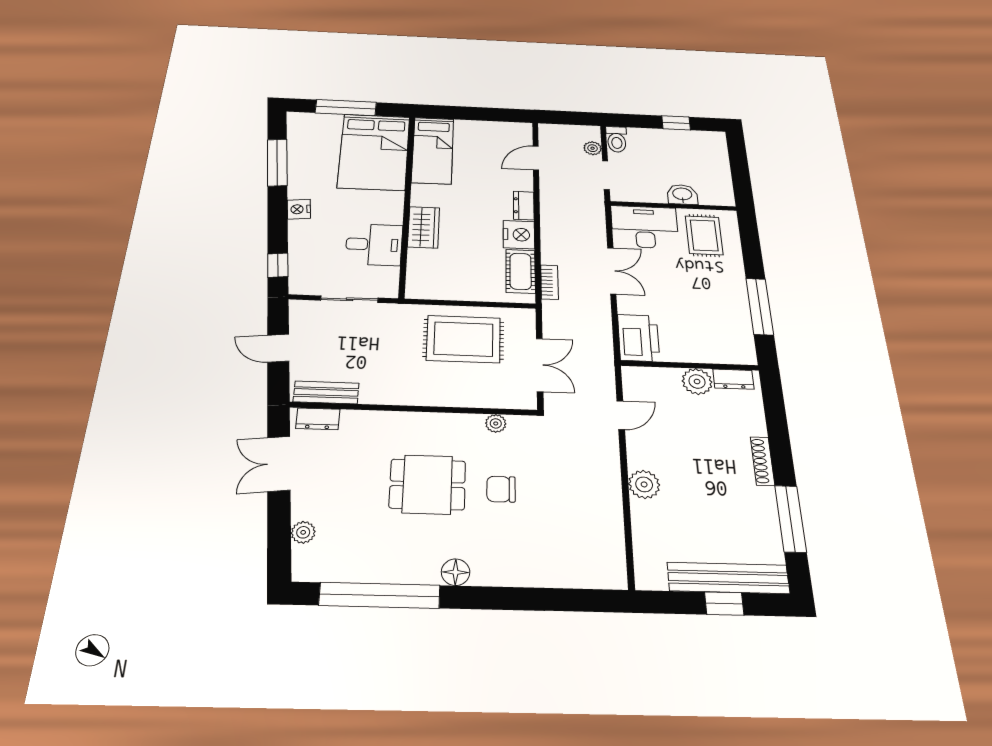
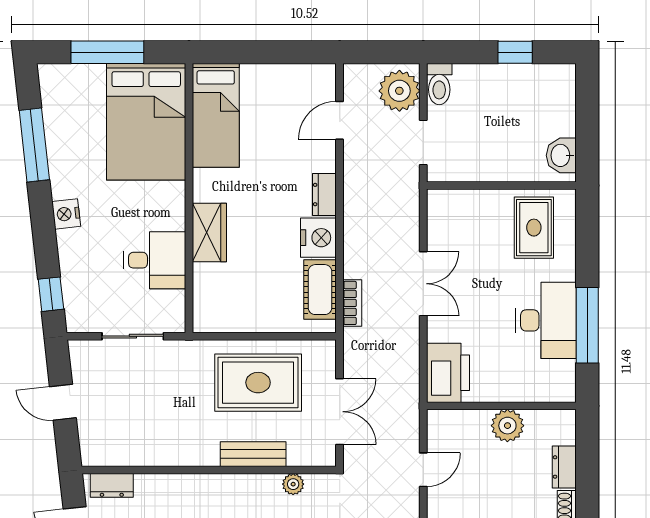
plant: (593, 148) -> (399, 91), width x1.88, depth x1.88
washbasin: (682, 194) -> (561, 155), moved, turned -90
desk: (645, 227) -> (546, 320), moved, turned 90
dresser: (733, 379) -> (564, 467), moved, turned 90
bench: (326, 392) -> (253, 454), moved

